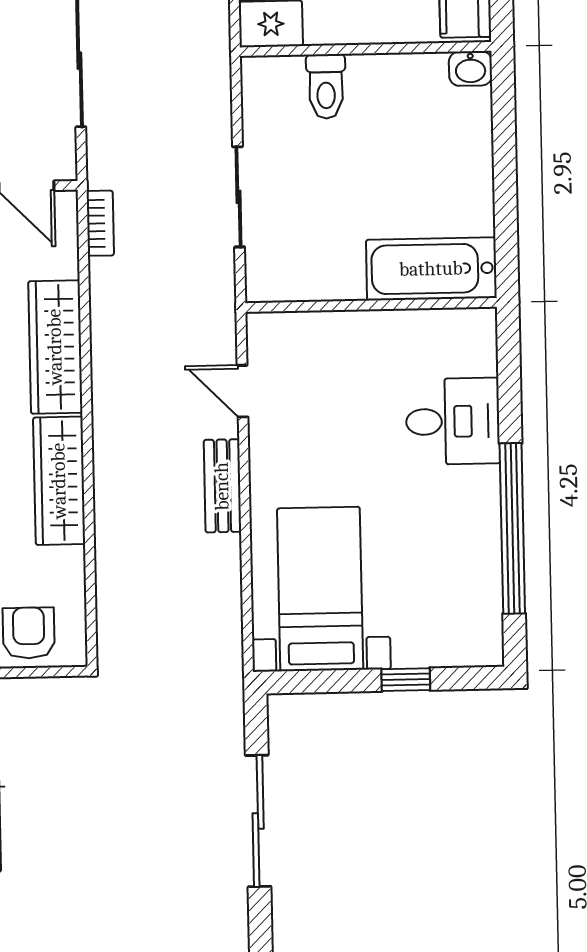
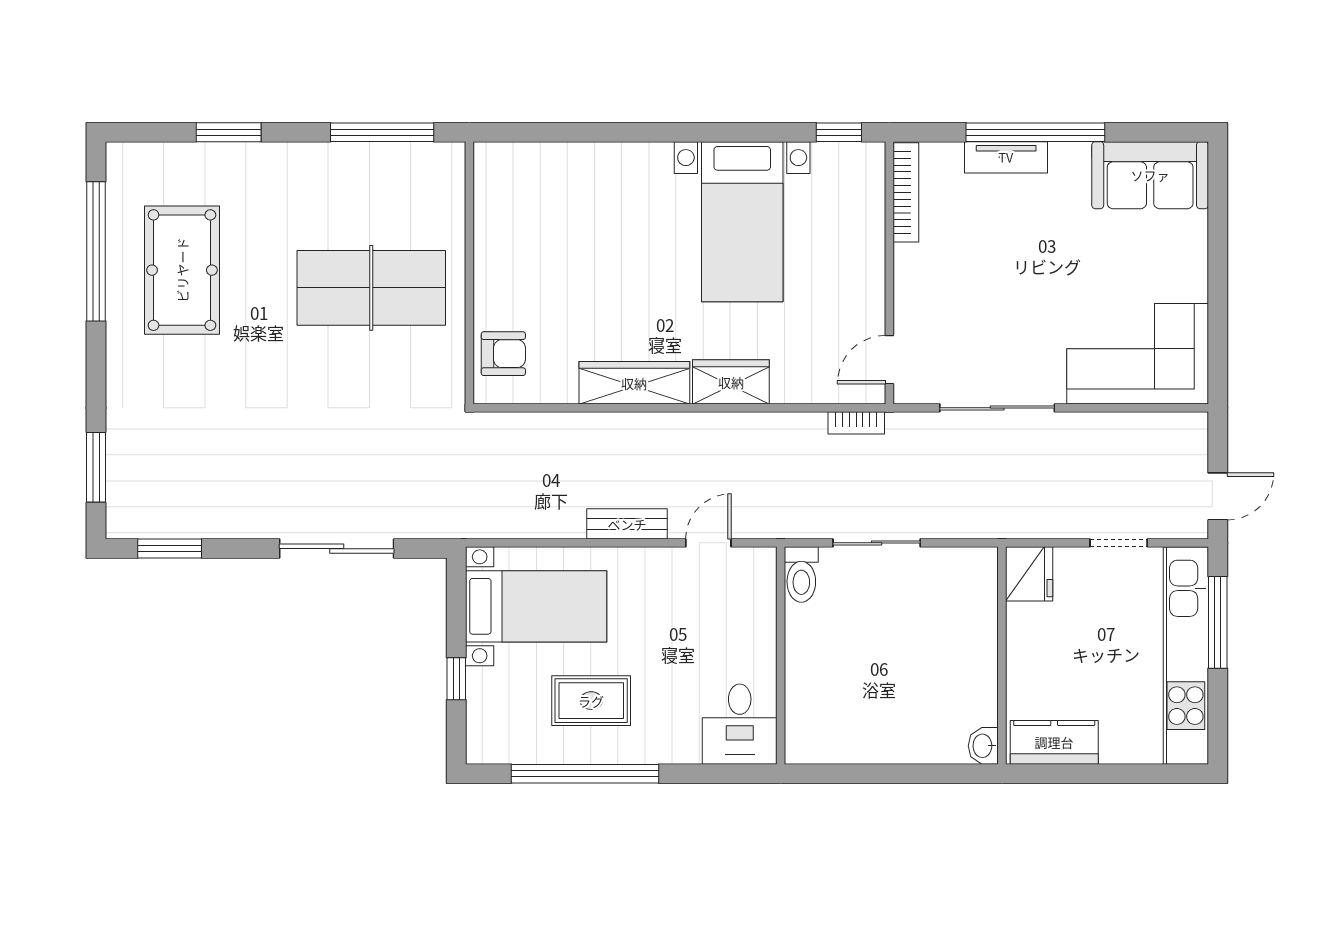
toilet: (326, 86) -> (801, 574), moved, turned -90
bathtub: (431, 269) -> (811, 708), removed
wardrobe: (55, 347) -> (731, 382), width x0.67
desk: (453, 421) -> (740, 724), moved
rug: (428, 523) -> (591, 701), added

